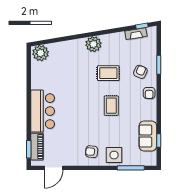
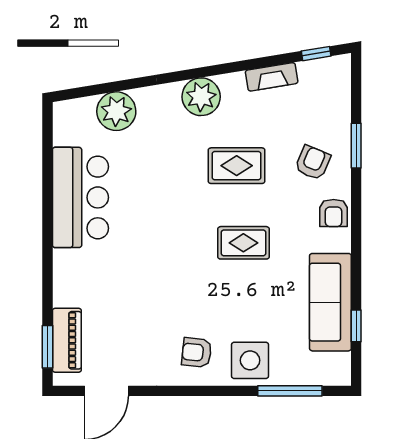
fireplace: (136, 34) -> (272, 77), moved
plant: (41, 53) -> (116, 111), moved
rug: (111, 106) -> (243, 243), turned 90
bar counter: (43, 111) -> (80, 197), moved
sofa: (148, 136) -> (330, 302), width x1.36

